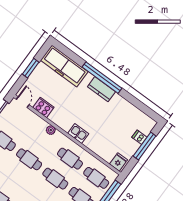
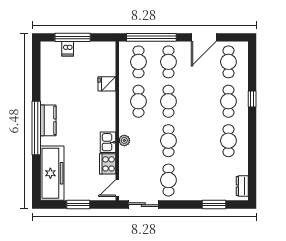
kitchen sink: (78, 134) -> (108, 142), moved
fridge: (118, 162) -> (107, 84), moved

